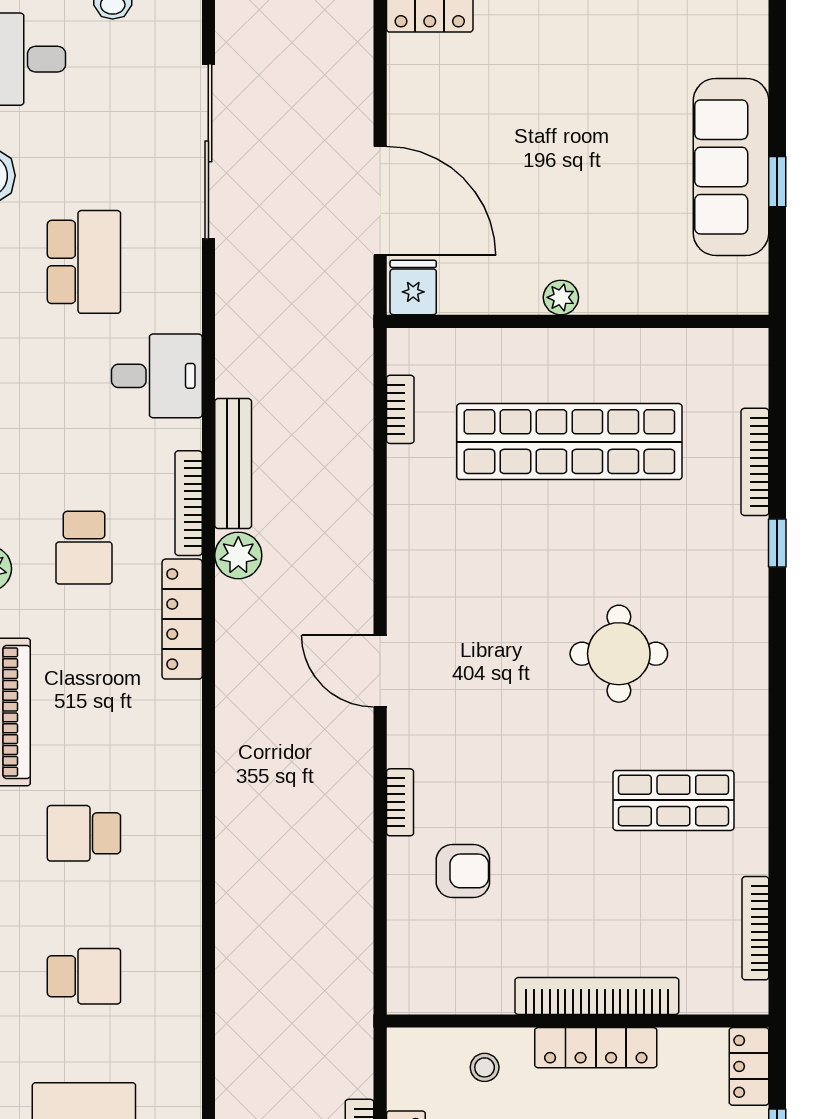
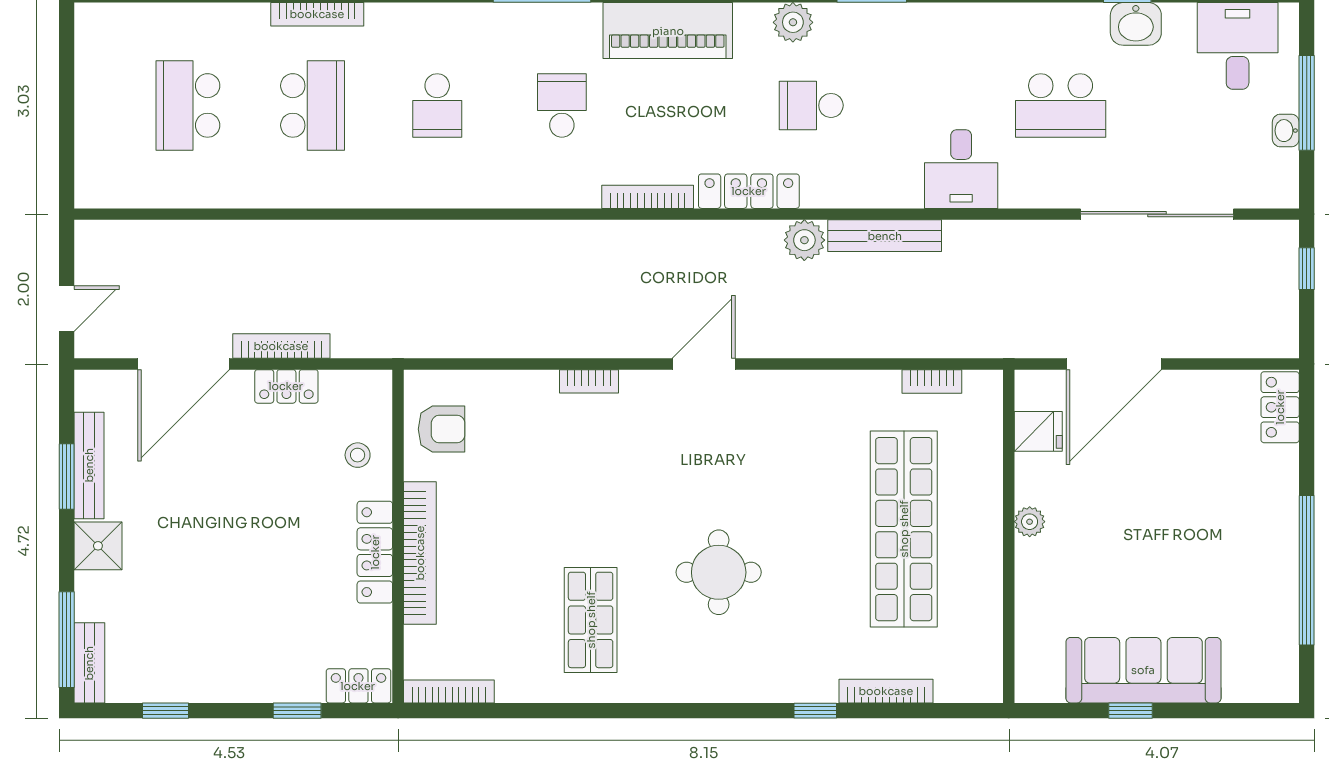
fridge: (413, 287) -> (1038, 431), moved
bookcase: (189, 503) -> (648, 197), moved
armchair: (463, 871) -> (442, 429), moved, turned -90
bookcase: (755, 928) -> (449, 691), moved

